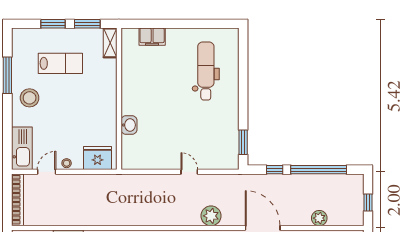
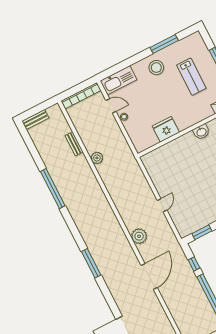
washbasin: (129, 125) -> (201, 132), moved
fridge: (97, 158) -> (166, 129), moved, turned -90
plant: (319, 218) -> (97, 158), moved

